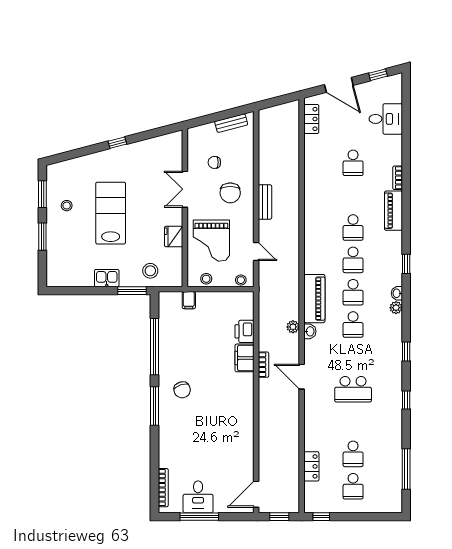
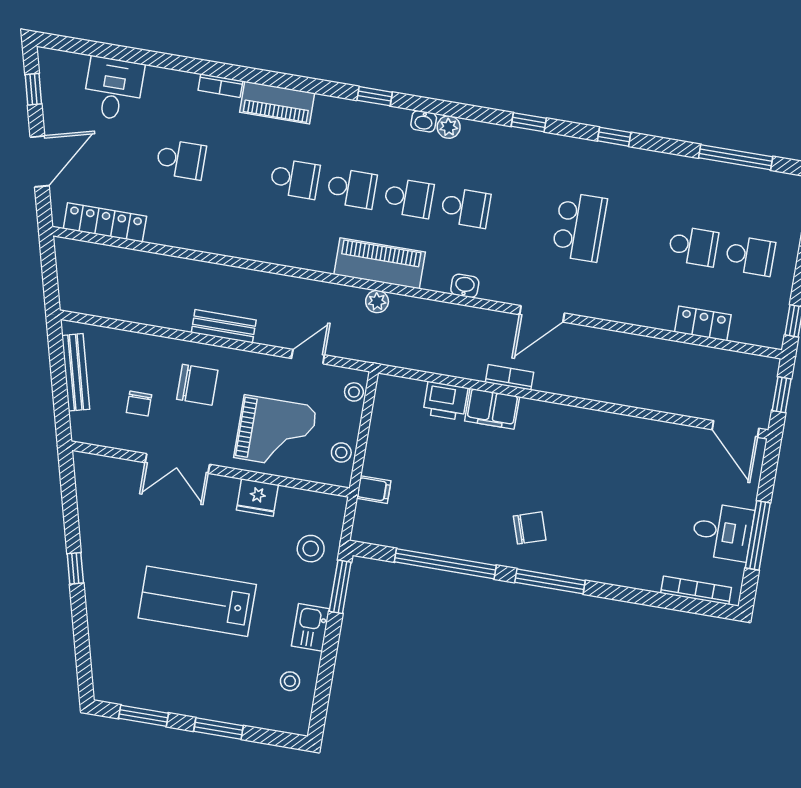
locker: (311, 119) -> (105, 222), width x1.53
bench: (231, 123) -> (76, 372), width x1.36
stool: (67, 206) -> (290, 681), moved
piano: (314, 299) -> (380, 263), moved
plant: (293, 327) -> (377, 302), moved

